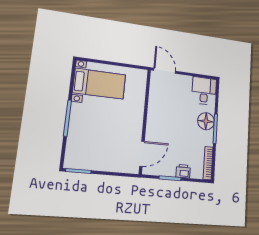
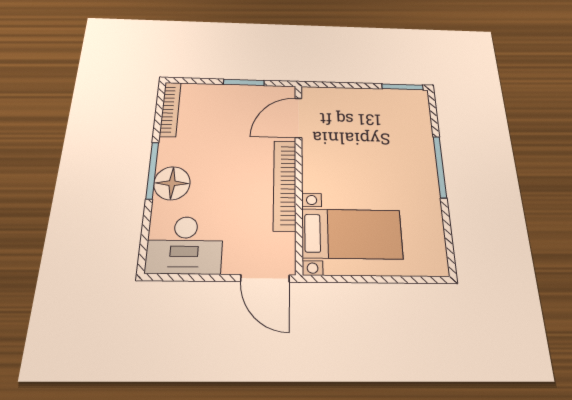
bed with nightstands: (99, 84) -> (352, 234), moved, turned 180
desk: (204, 91) -> (185, 245), width x1.37
bookcase: (152, 115) -> (285, 185), added
printer: (183, 171) -> (220, 94), removed

